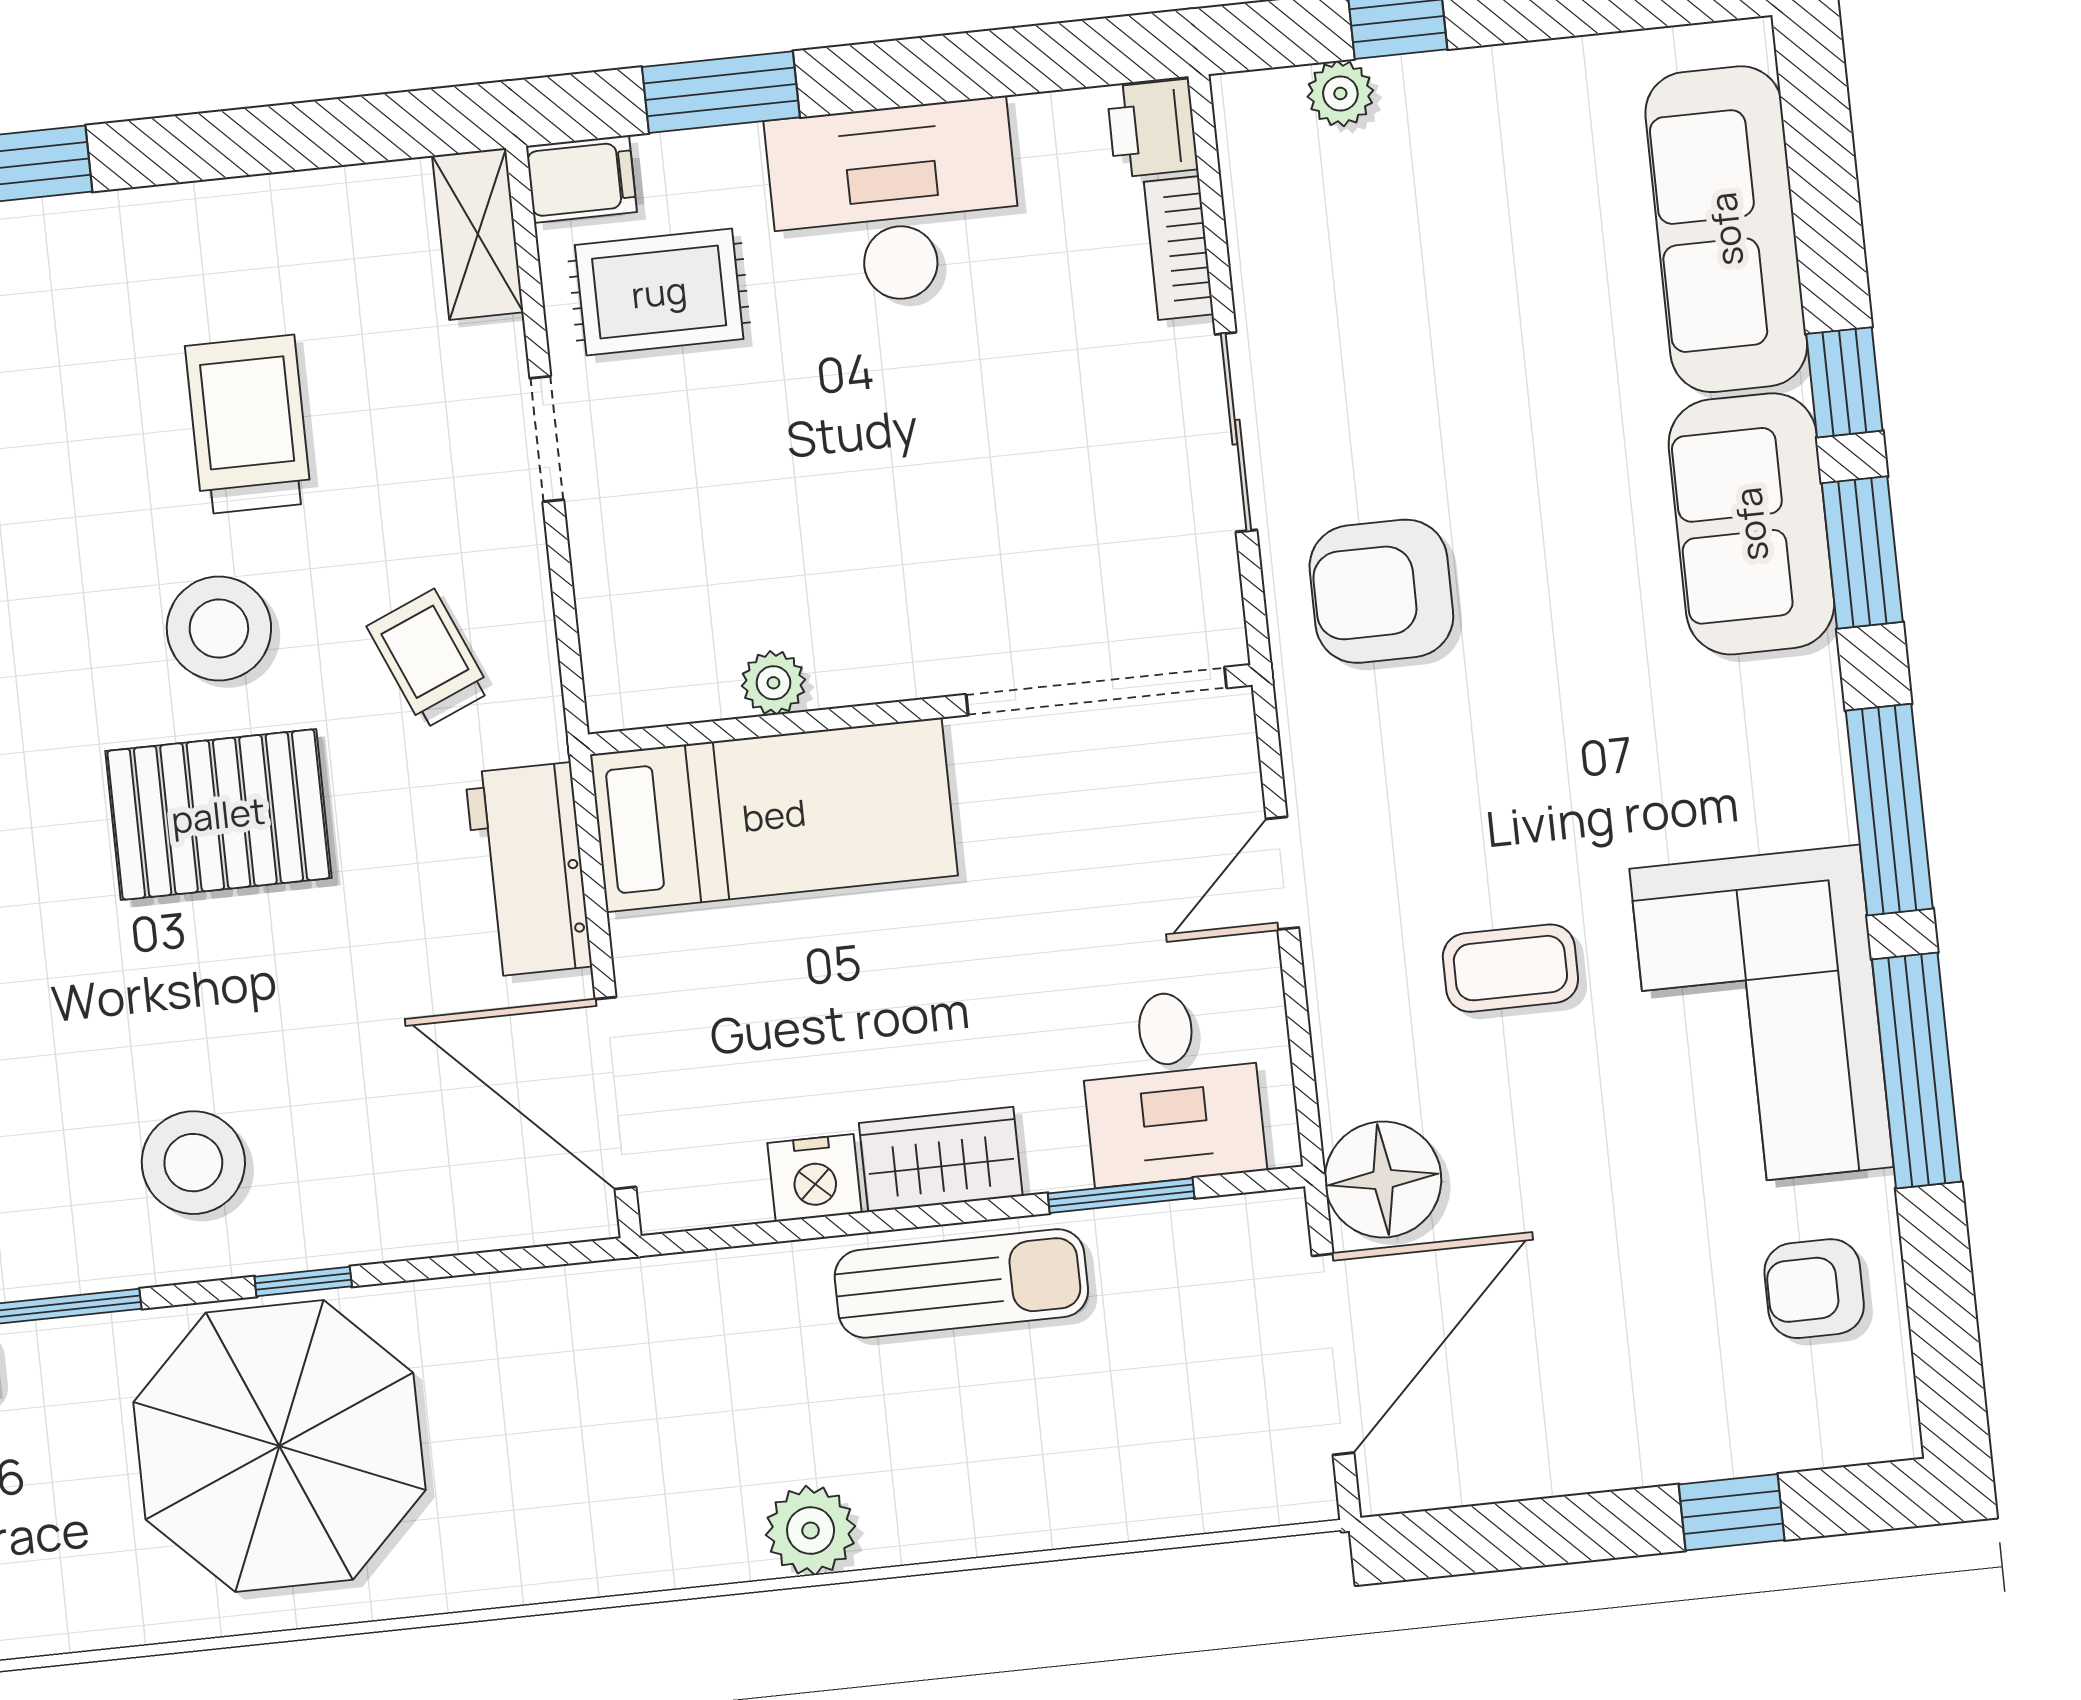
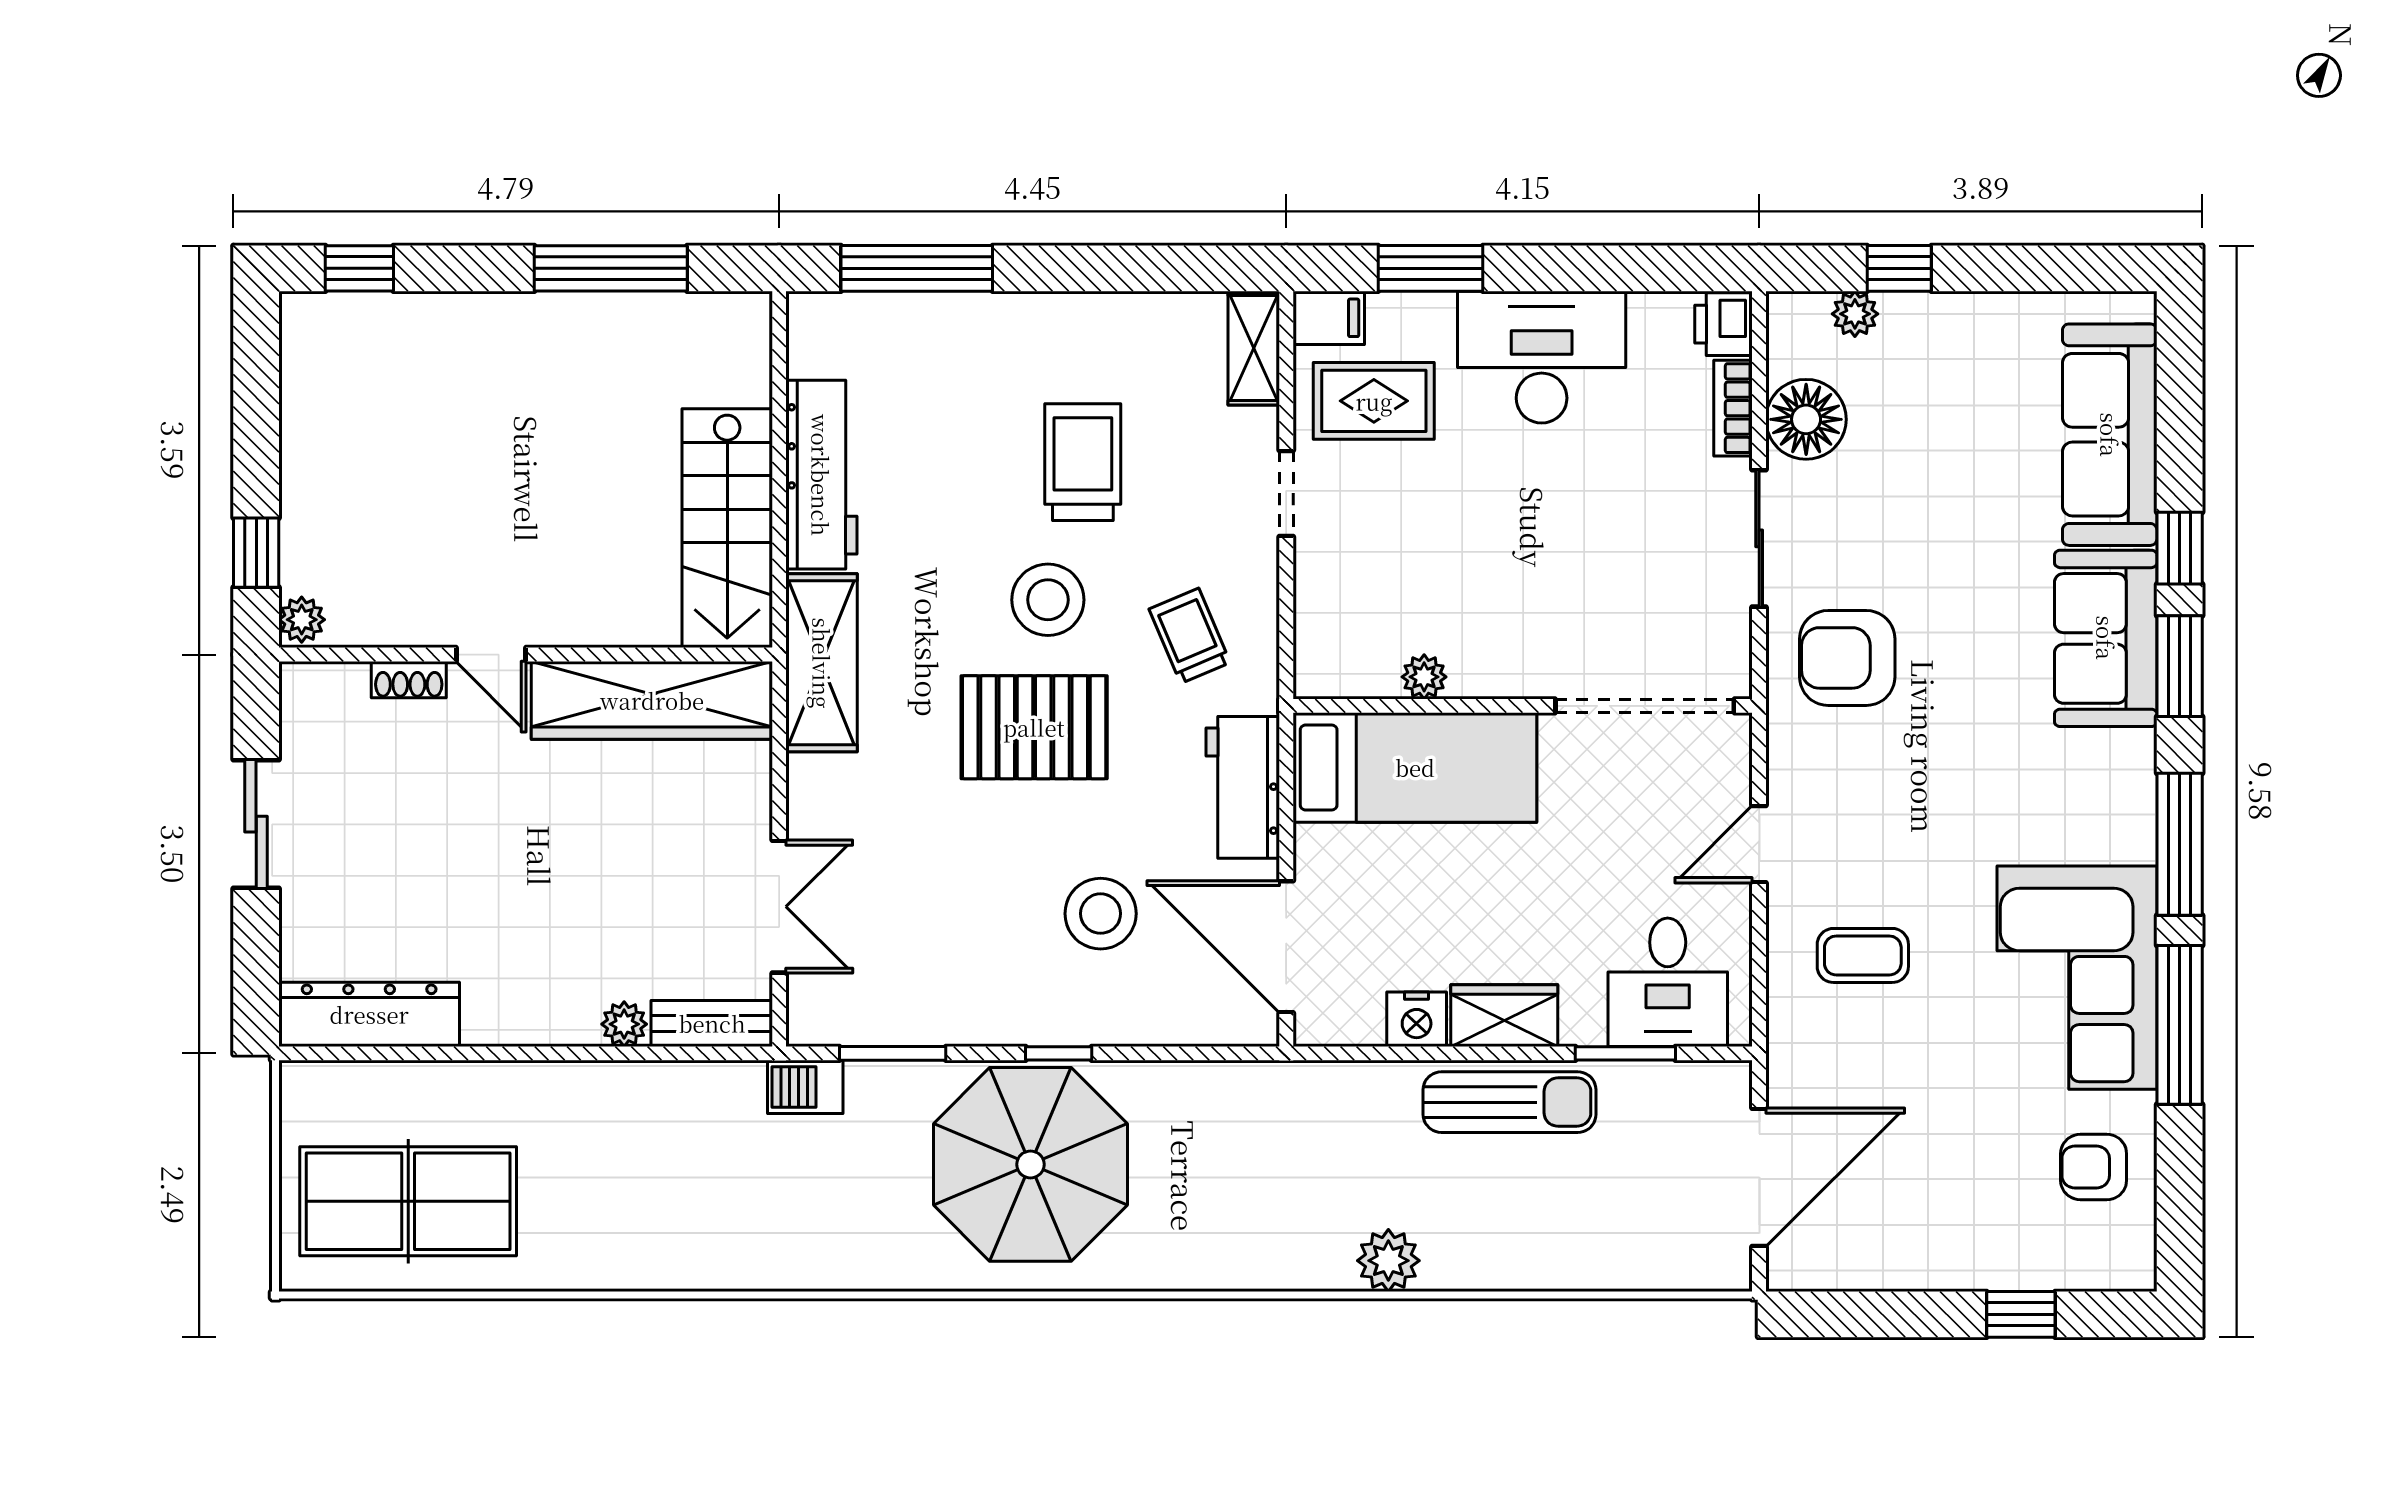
coffee table: (1510, 968) -> (1863, 955), moved
stool: (193, 1163) -> (1101, 914), moved
floor lamp: (1383, 1179) -> (1806, 419), moved

